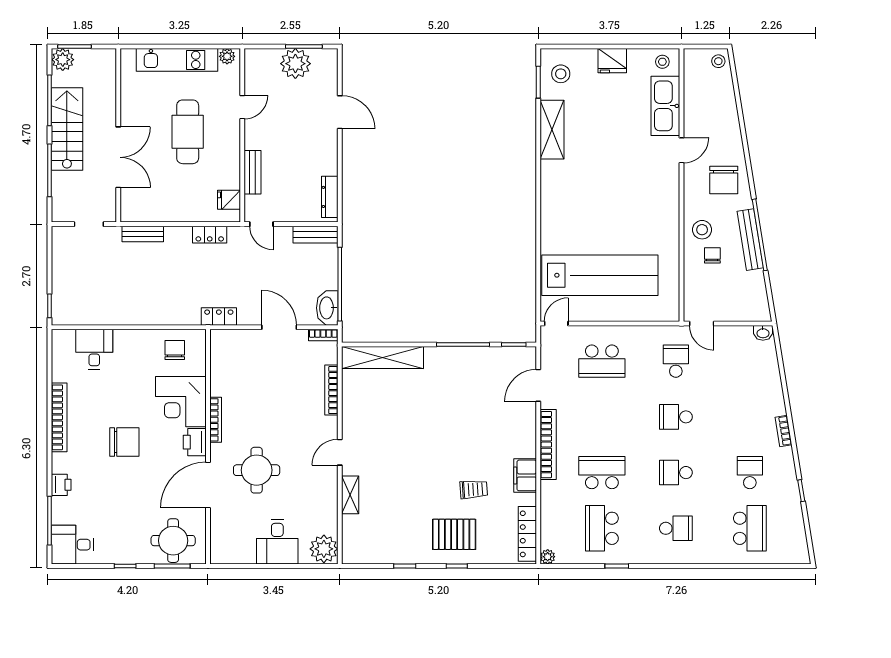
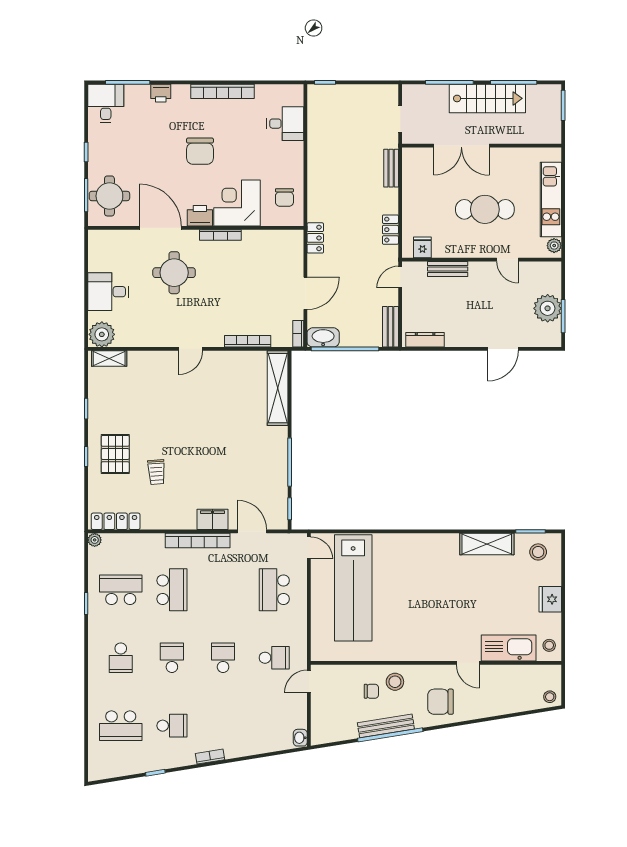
plant: (63, 60) -> (551, 95), removed
chair: (175, 350) -> (284, 197), turned 90
door: (340, 452) -> (191, 349), swing flipped
filing cabinet: (525, 475) -> (213, 519), moved
shelving: (350, 495) -> (109, 359), moved

